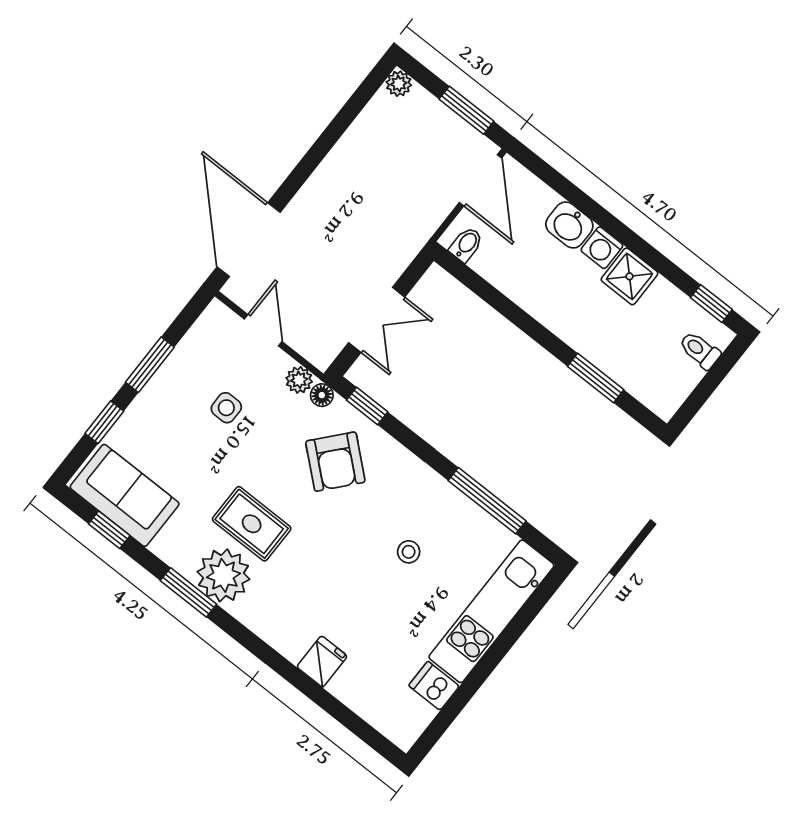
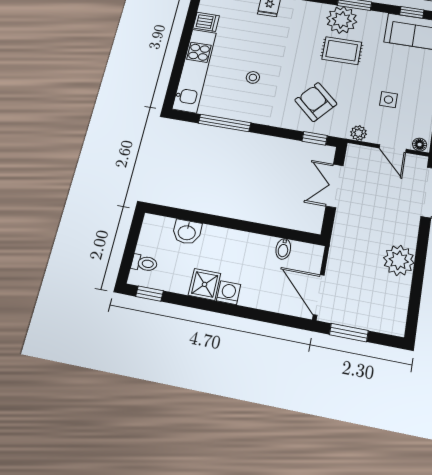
plant: (399, 84) -> (399, 260), moved, width x1.88, depth x1.88
washbasin: (569, 225) -> (187, 232), moved, turned 180
bidet: (466, 244) -> (283, 249), moved
window: (596, 378) -> (197, 217), removed
floor lamp: (322, 395) -> (420, 145), moved

